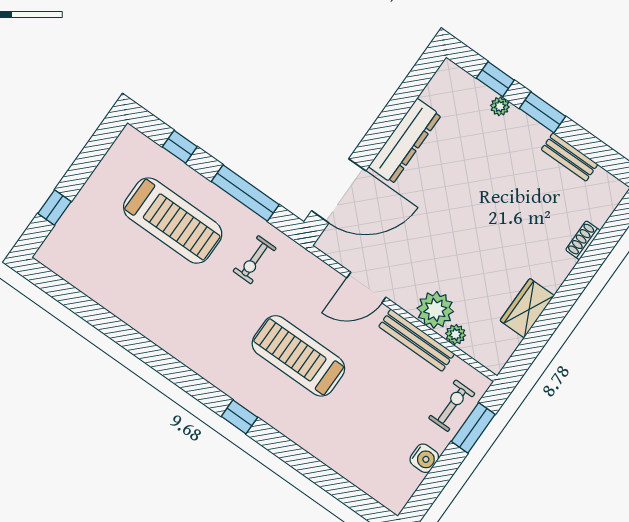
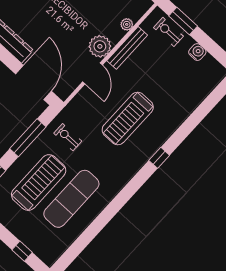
exercise bike: (255, 260) -> (68, 137), turned 180
exercise mat: (152, 279) -> (71, 199), added
plant: (435, 310) -> (100, 46), moved

